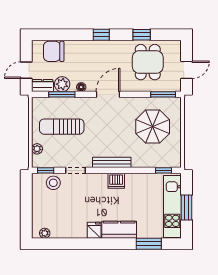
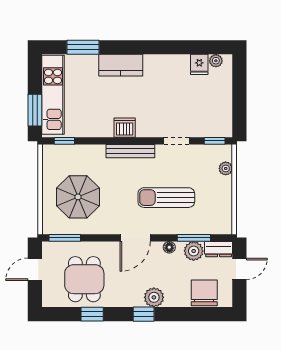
plant: (93, 48) -> (154, 297), added
chair: (54, 51) -> (204, 293), turned -90
sun lounger: (62, 127) -> (166, 198), moved, turned 180
stool: (53, 183) -> (205, 125), removed
window: (186, 207) -> (35, 110), moved
fridge: (94, 230) -> (199, 64), moved

